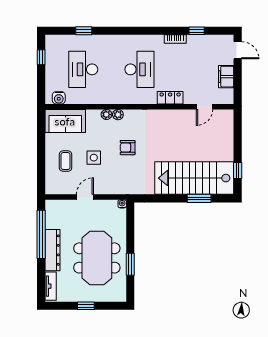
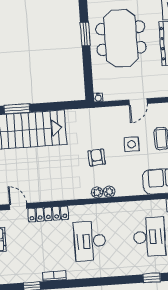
locker: (170, 98) -> (48, 214), width x1.53
door: (204, 107) -> (18, 206), hinge flipped
plant: (106, 115) -> (97, 193), moved
armchair: (128, 148) -> (97, 157), turned -94

